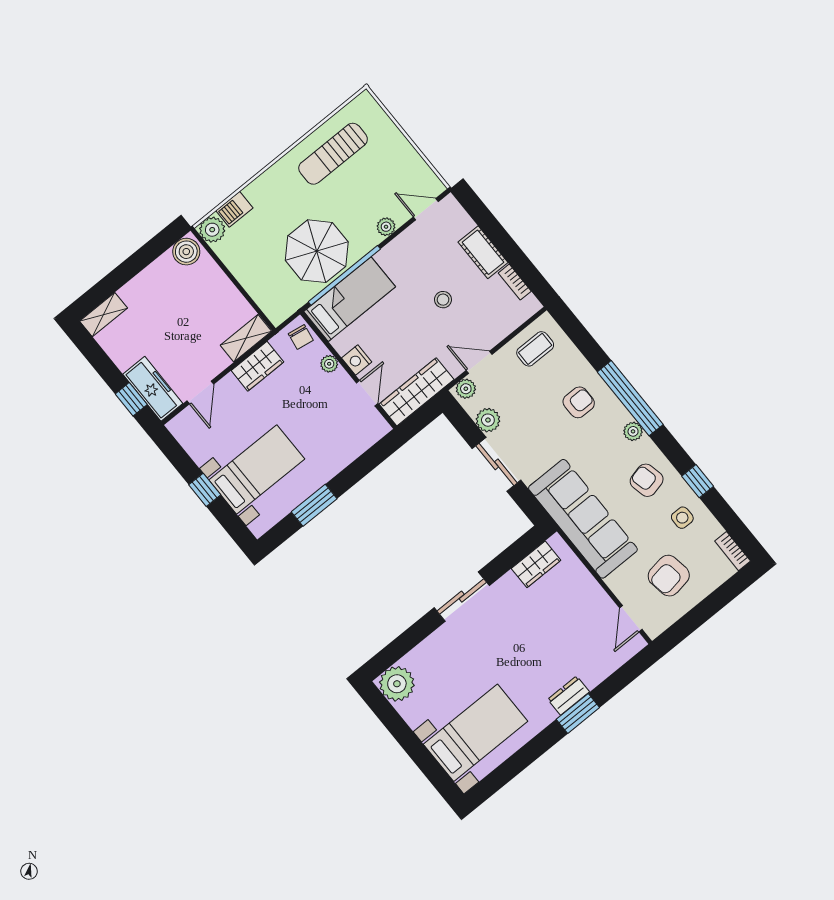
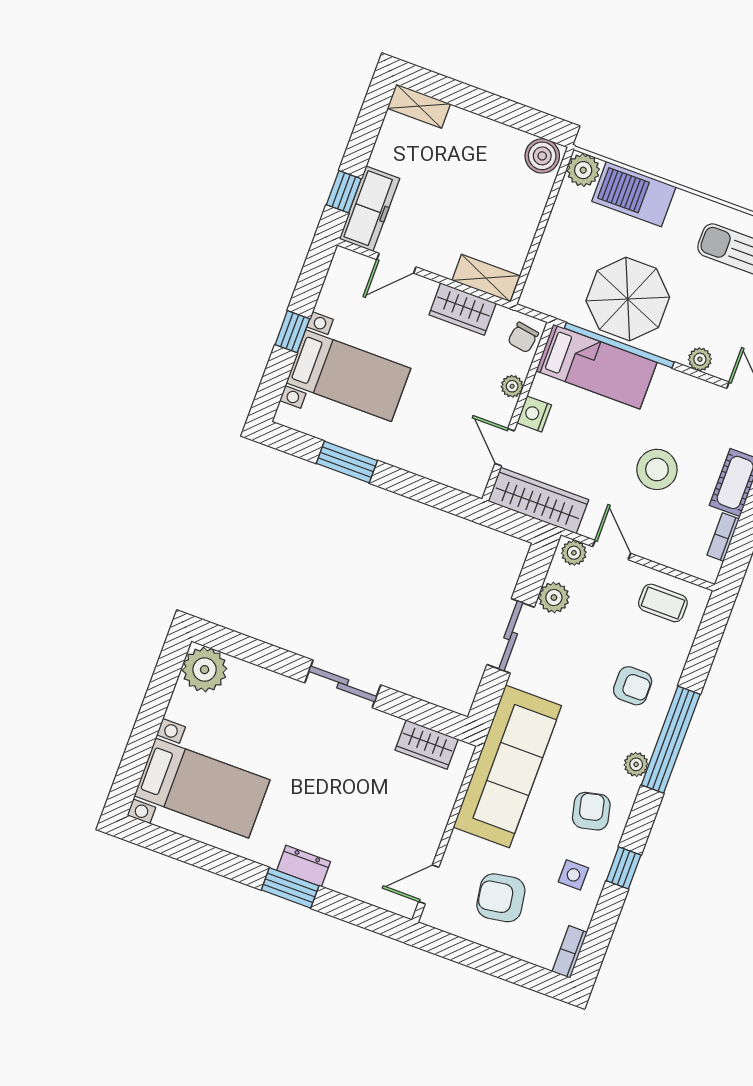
barbecue: (234, 209) -> (634, 194), width x1.88, depth x1.53
stool: (443, 300) -> (657, 469), width x1.89, depth x1.89
door: (367, 393) -> (505, 447), swing flipped

